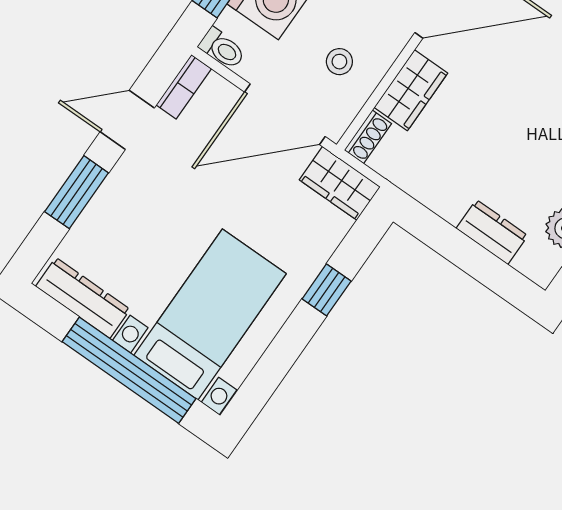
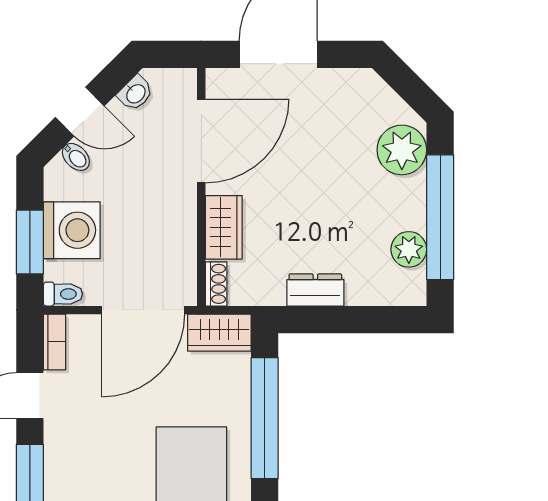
stool: (339, 62) -> (156, 243), removed
dresser: (492, 232) -> (315, 290), moved
window: (327, 290) -> (265, 418), width x3.17

